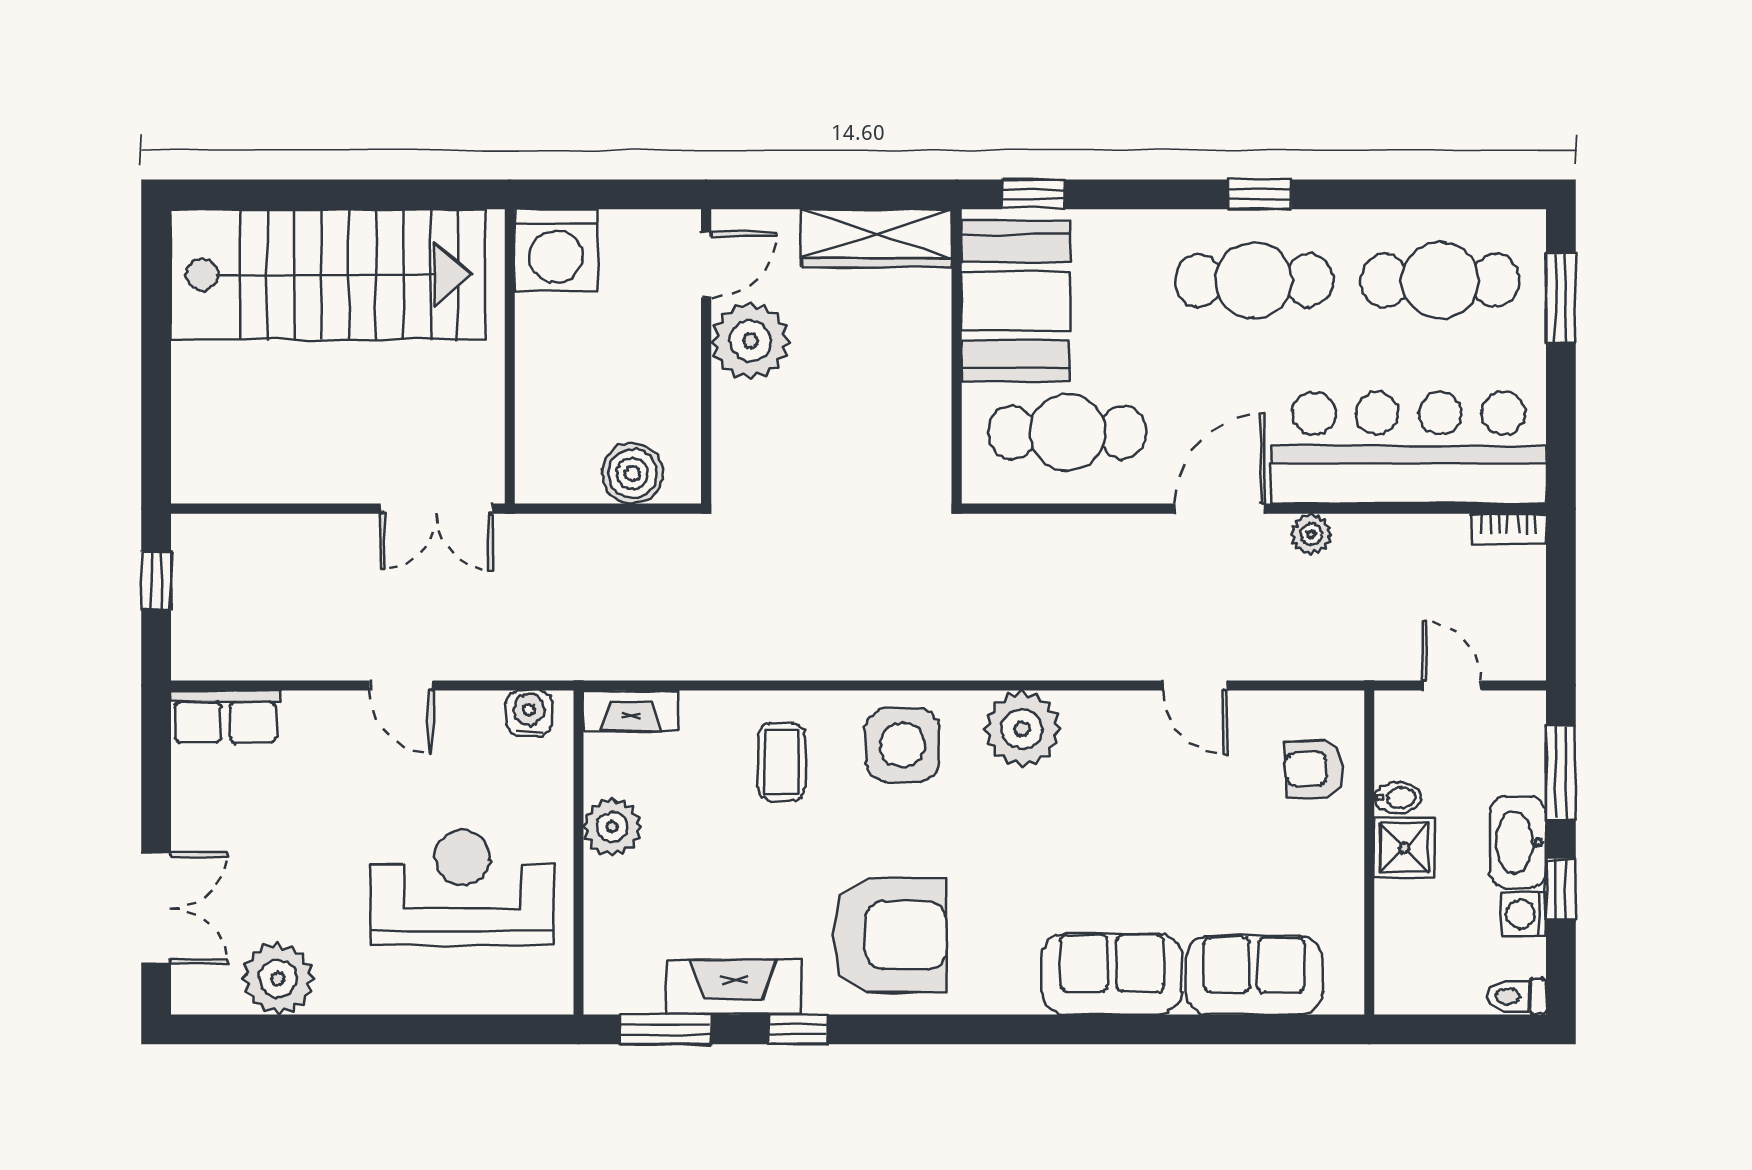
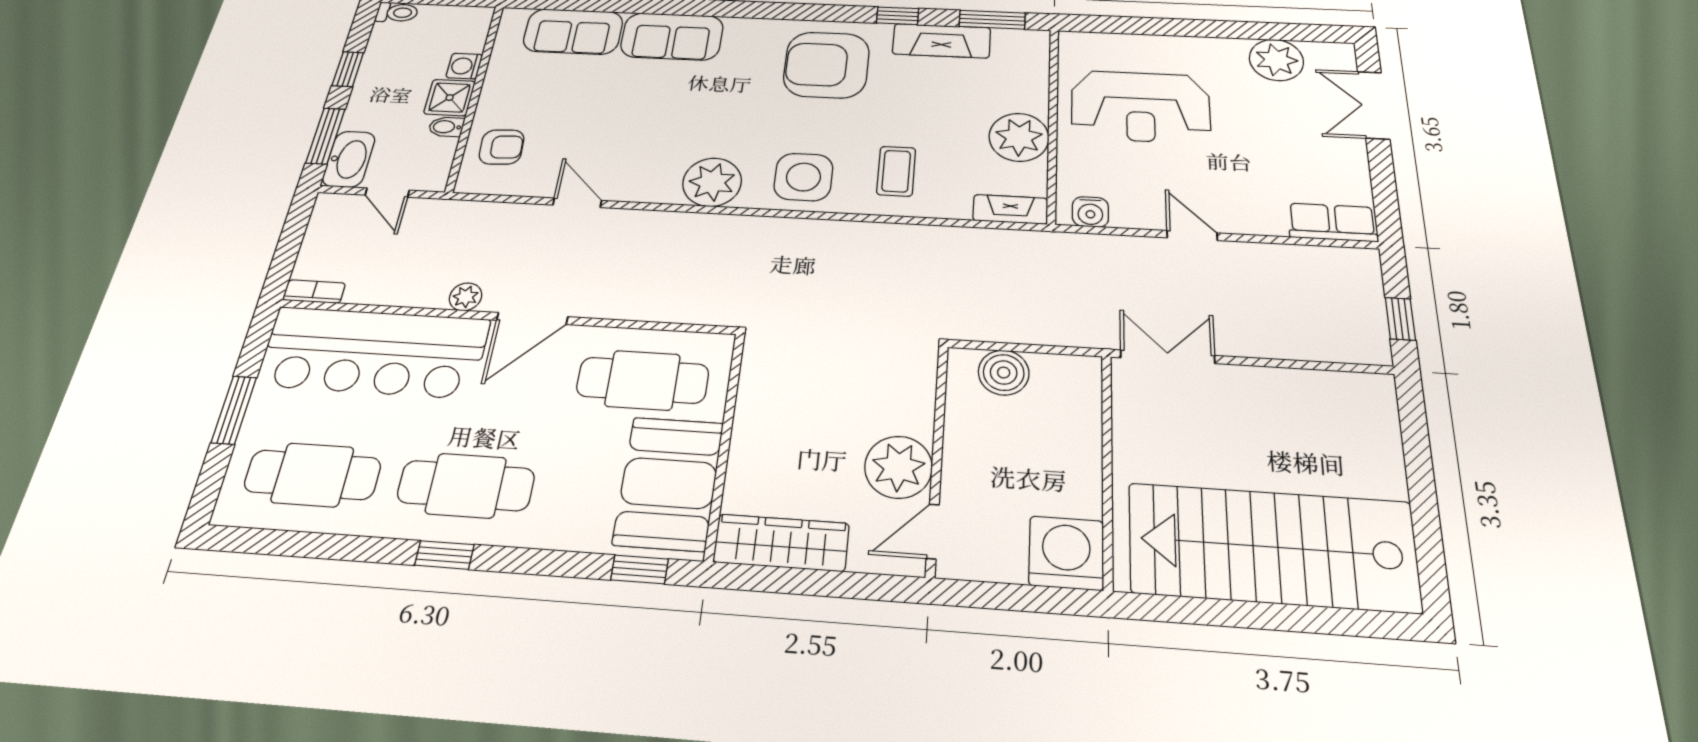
window: (1561, 298) -> (234, 410), moved
plant: (612, 827) -> (1019, 137), width x1.36, depth x1.36
washbasin: (1518, 842) -> (349, 159), moved
washing machine: (1524, 914) -> (464, 66), moved, turned 180

